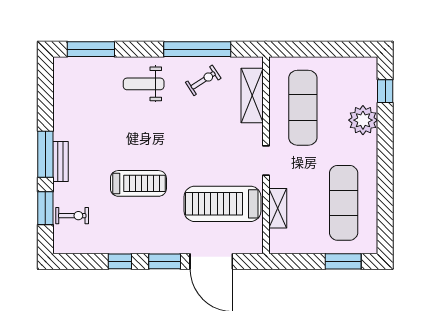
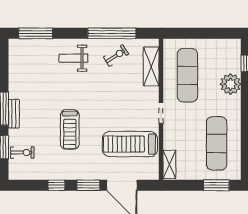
treadmill: (138, 183) -> (70, 129), turned 90
shelving: (278, 208) -> (169, 164), moved

